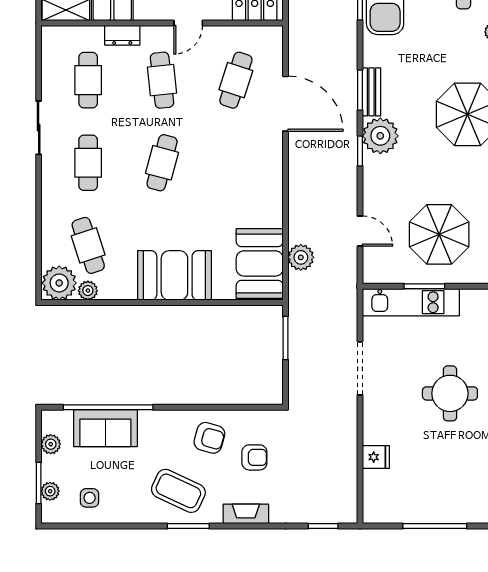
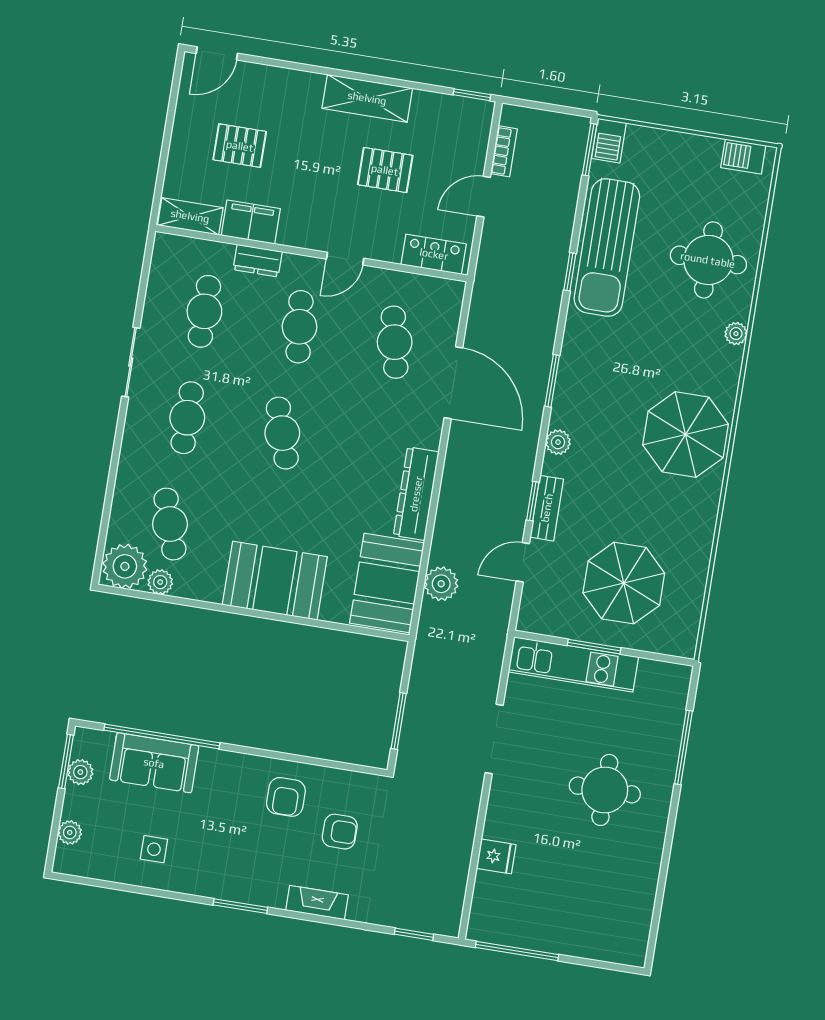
cafe table: (236, 80) -> (395, 342), turned -30
bench: (371, 92) -> (547, 508), moved
plant: (380, 136) -> (558, 442), width x0.53, depth x0.53
window: (360, 151) -> (533, 501), moved
cafe table: (162, 163) -> (282, 433), turned -33
dresser: (271, 192) -> (416, 494), added
door: (360, 231) -> (523, 562), swing flipped
window: (285, 338) -> (399, 721), moved
armchair: (209, 438) -> (286, 797), turned 74
window: (39, 483) -> (66, 762), moved
coffee table: (178, 491) -> (235, 859), removed
side table: (90, 498) -> (154, 849), moved
window: (435, 526) -> (517, 951), moved

